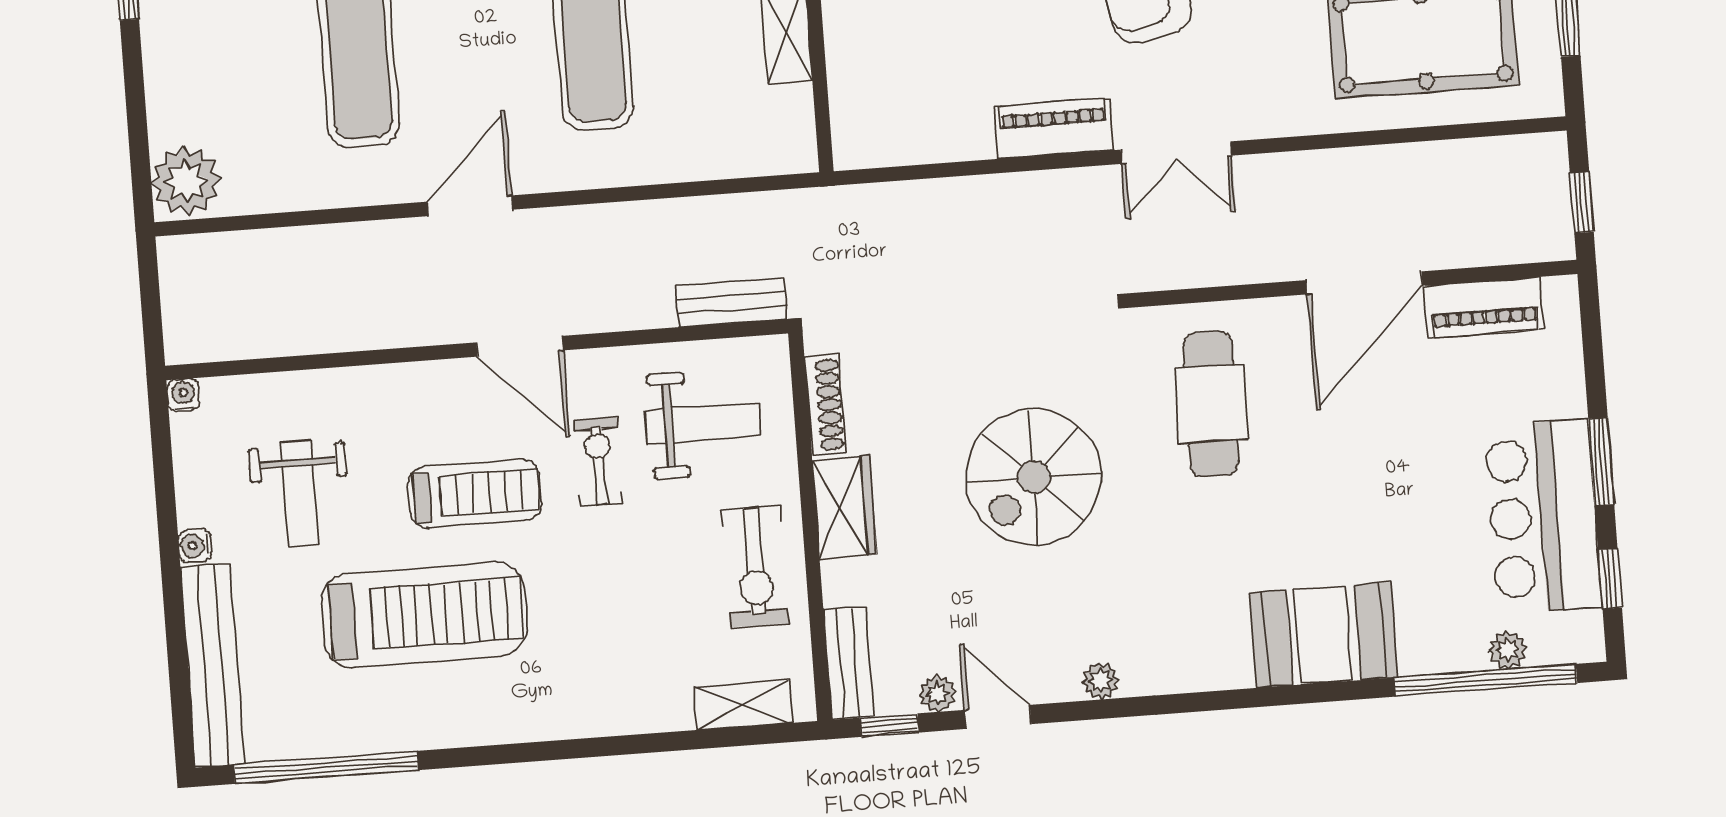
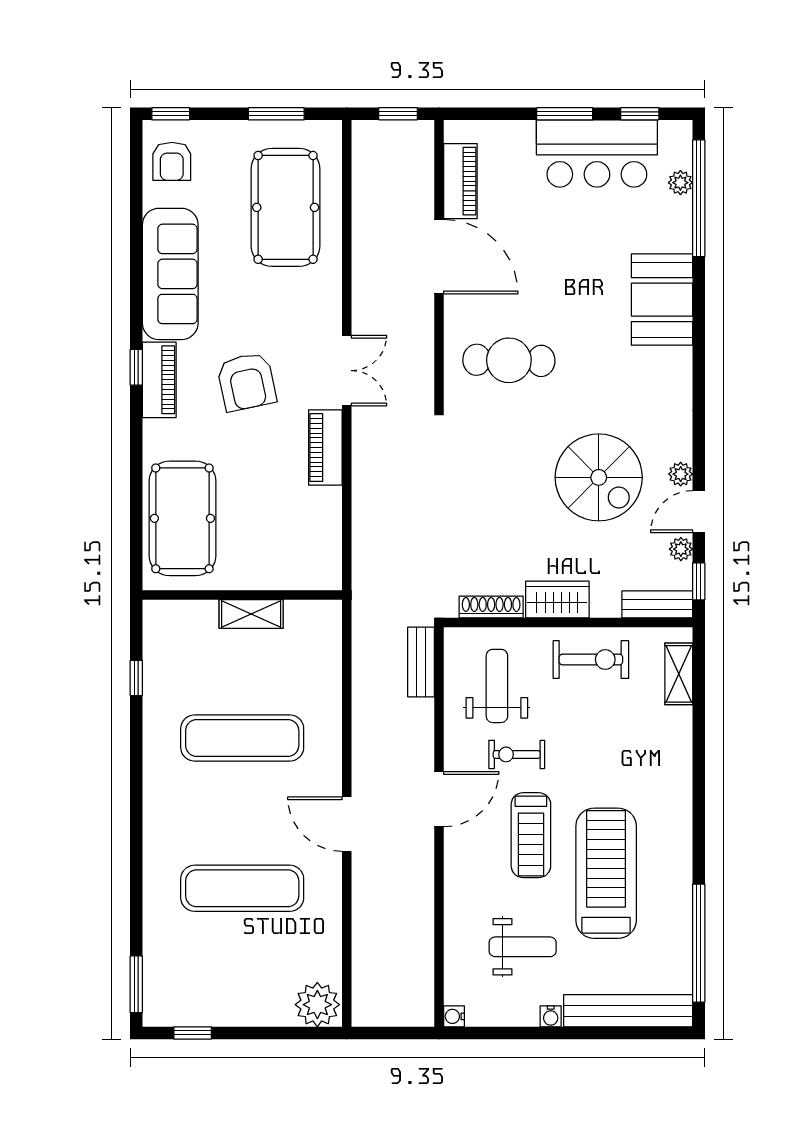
spiral stairs: (1034, 477) -> (599, 477), moved
treadmill: (475, 494) -> (531, 835), turned 180
plant: (1101, 681) -> (681, 474), moved

